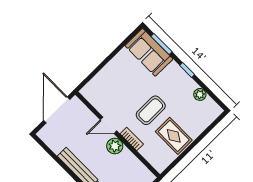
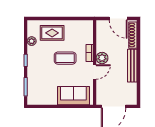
sofa: (149, 52) -> (73, 96), moved, turned -90
door: (109, 125) -> (95, 72), hinge flipped
rug: (174, 136) -> (52, 33), moved, turned 90

